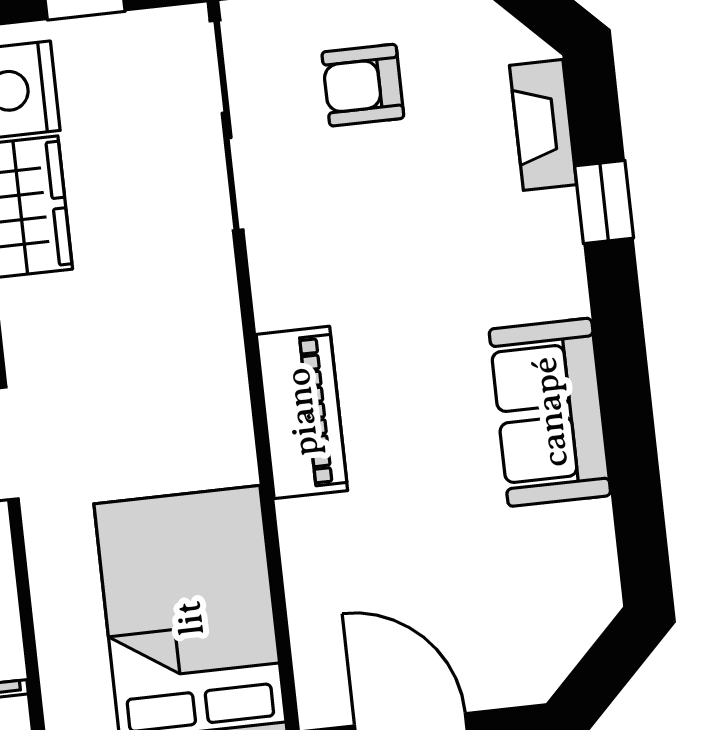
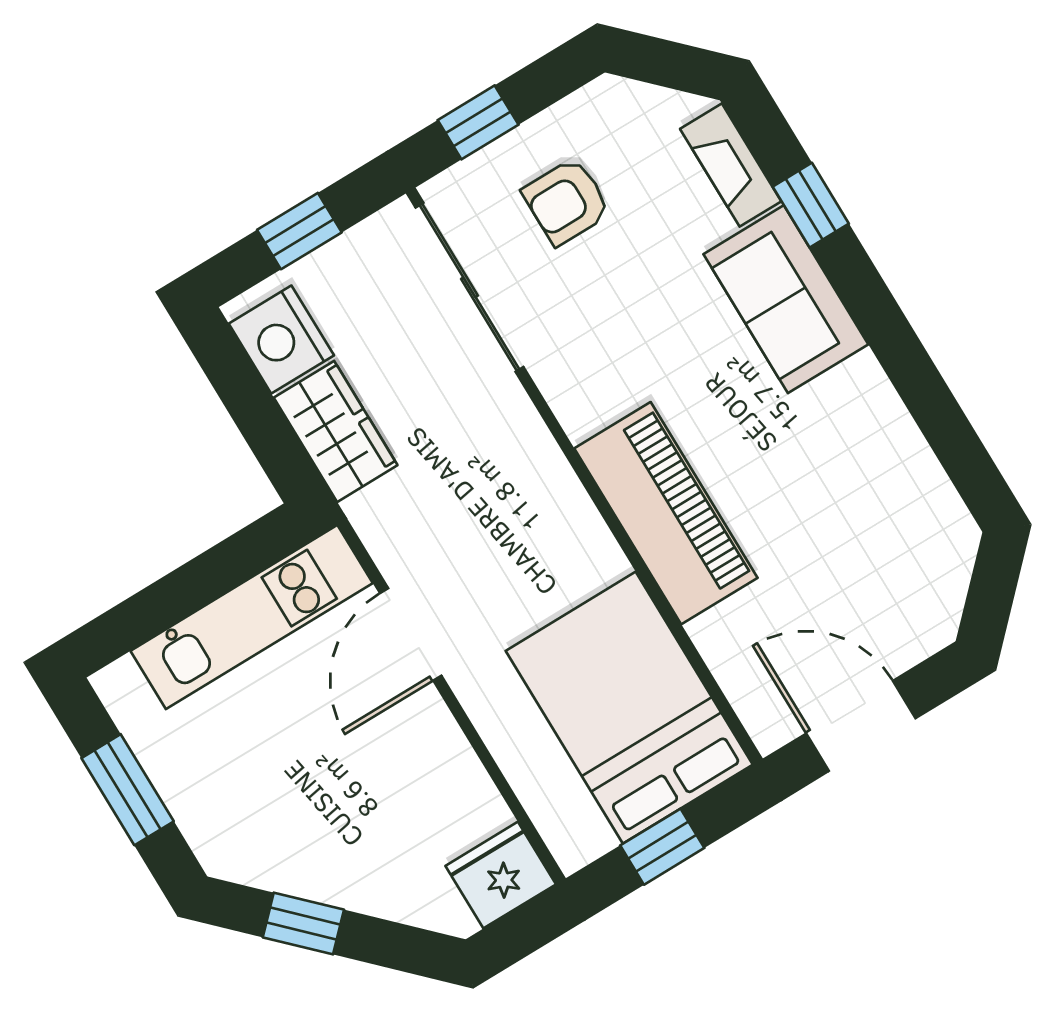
piano: (302, 412) -> (666, 513), width x1.37, depth x1.33
sofa: (550, 412) -> (786, 299), moved

